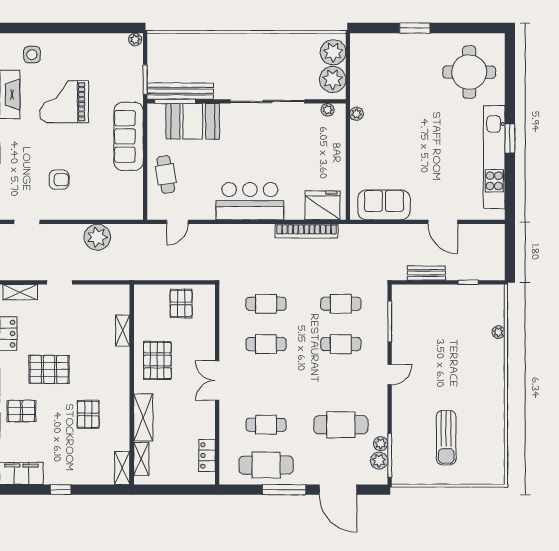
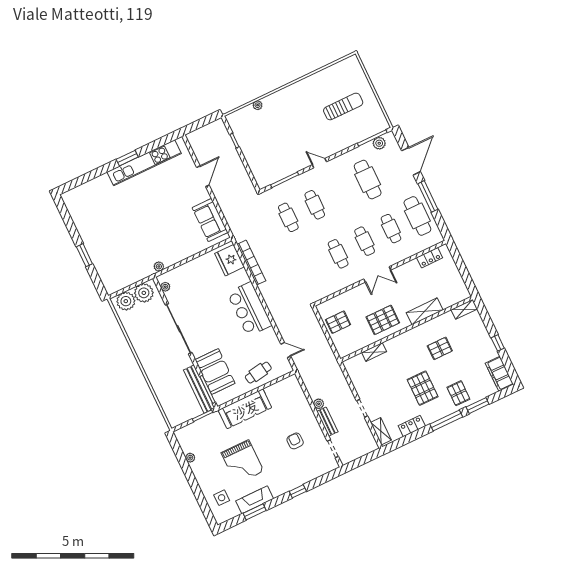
plant: (135, 39) -> (190, 458), moved
round table: (469, 72) -> (96, 206), removed
plant: (97, 237) -> (319, 404), width x0.53, depth x0.53
bench: (426, 273) -> (327, 422), moved
cafe table: (266, 304) -> (365, 241), moved
plant: (381, 444) -> (368, 148), removed
shelving: (141, 459) -> (452, 300), removed

